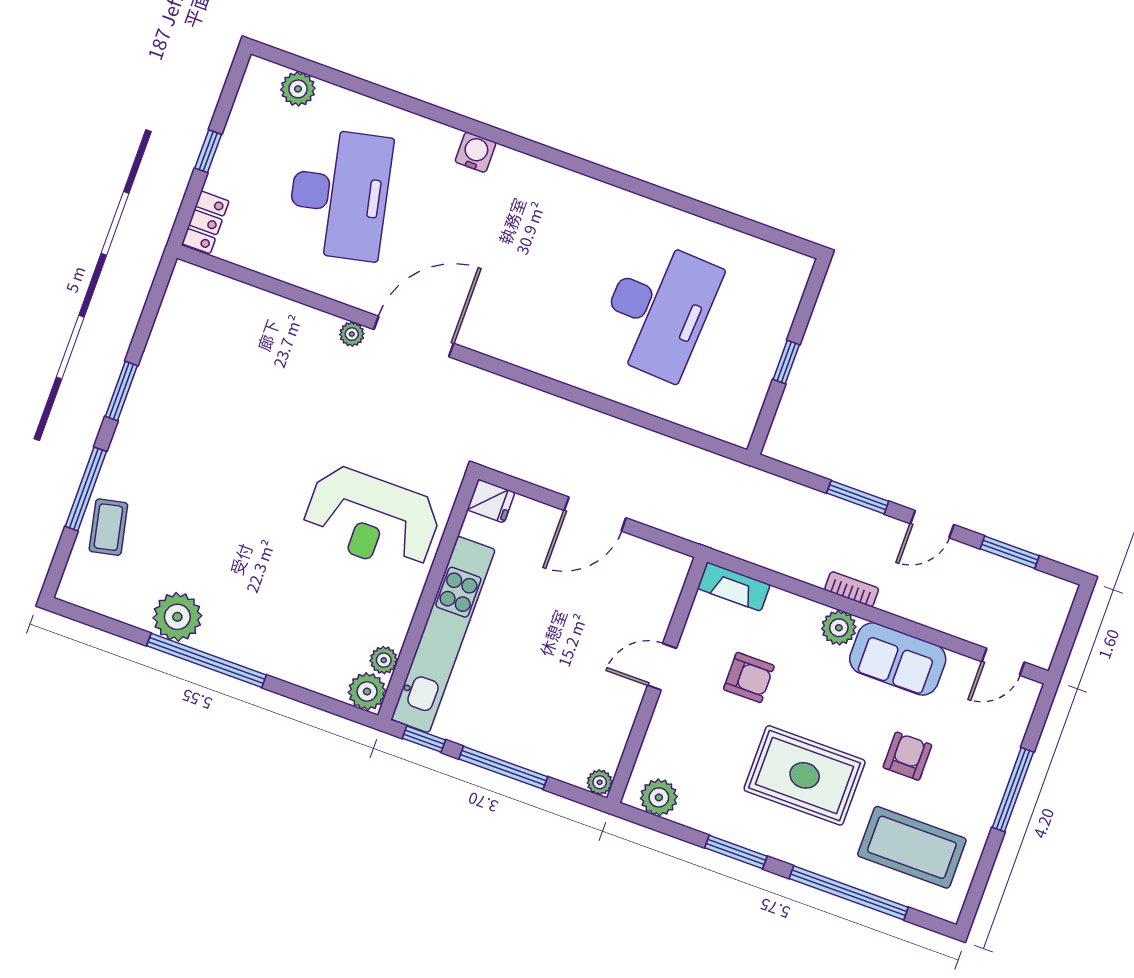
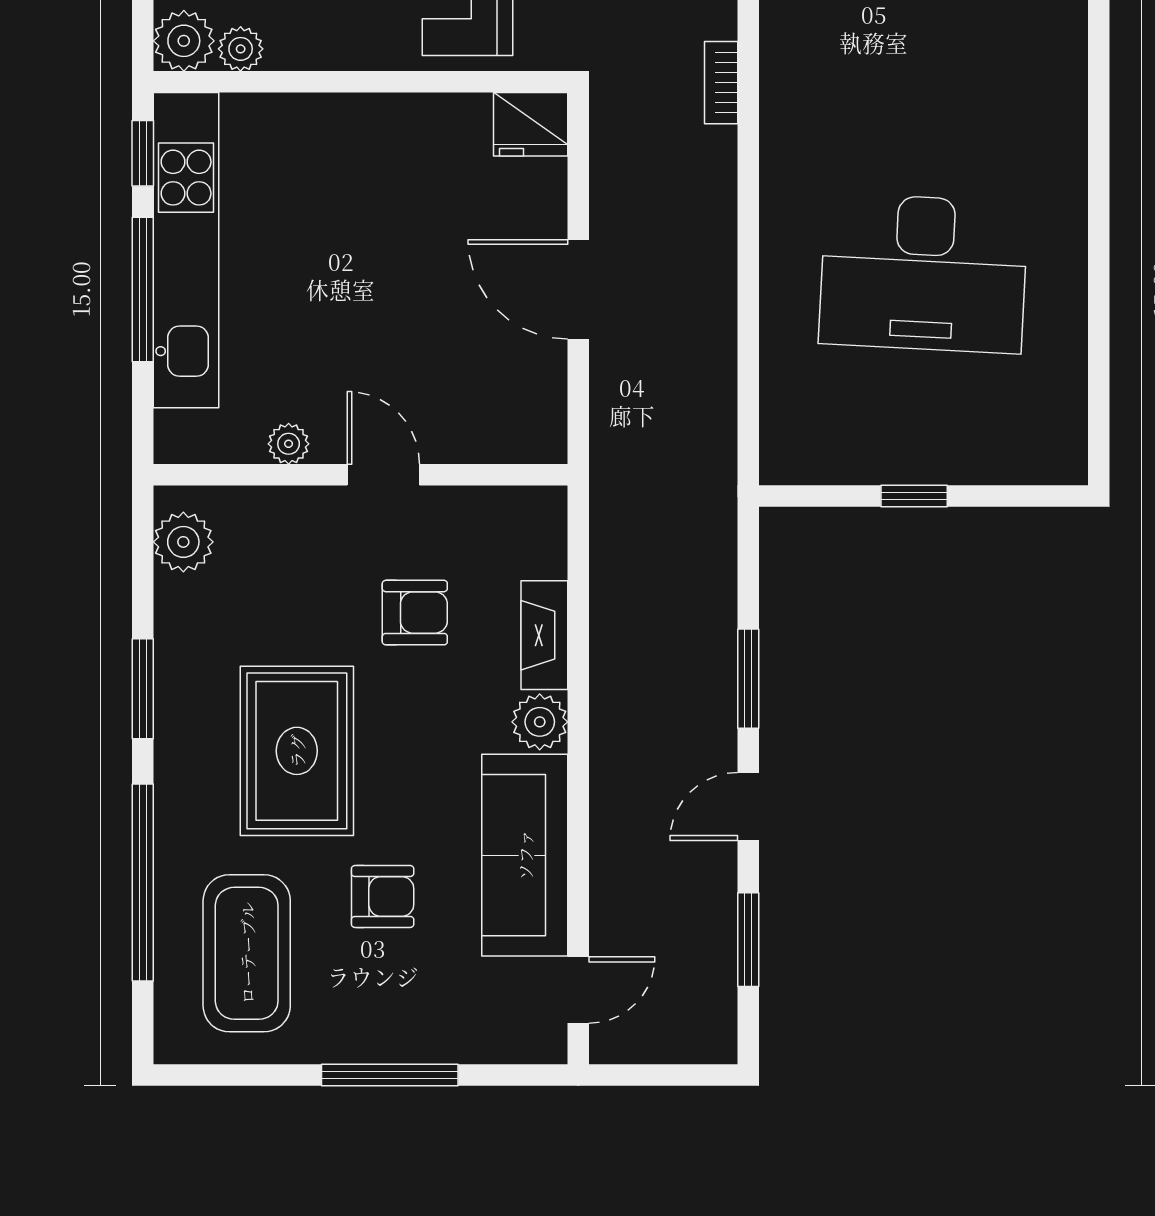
fridge: (491, 501) -> (531, 124), width x1.38
door: (932, 524) -> (748, 807), hinge flipped
fireplace: (734, 587) -> (544, 635), moved
bookcase: (852, 589) -> (721, 83), moved, turned 180
kitchen unit: (443, 634) -> (186, 250), moved, turned -90
sofa: (898, 659) -> (525, 855), width x1.36
door: (1003, 662) -> (578, 990), swing flipped
armchair: (749, 678) -> (415, 613), turned -90
plant: (600, 782) -> (289, 444), moved

